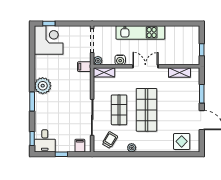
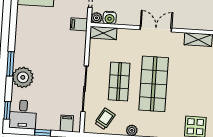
water cooler: (120, 60) -> (110, 18), moved
plant: (43, 86) -> (23, 77), moved

